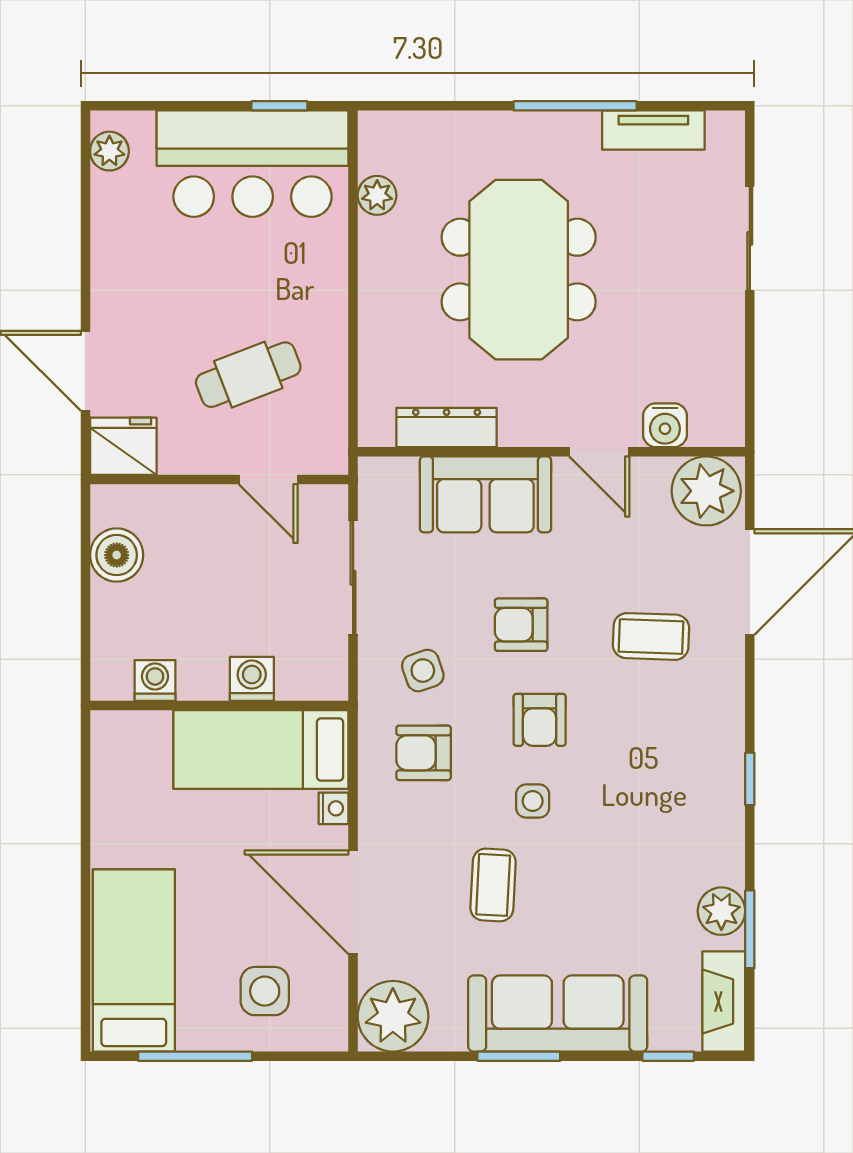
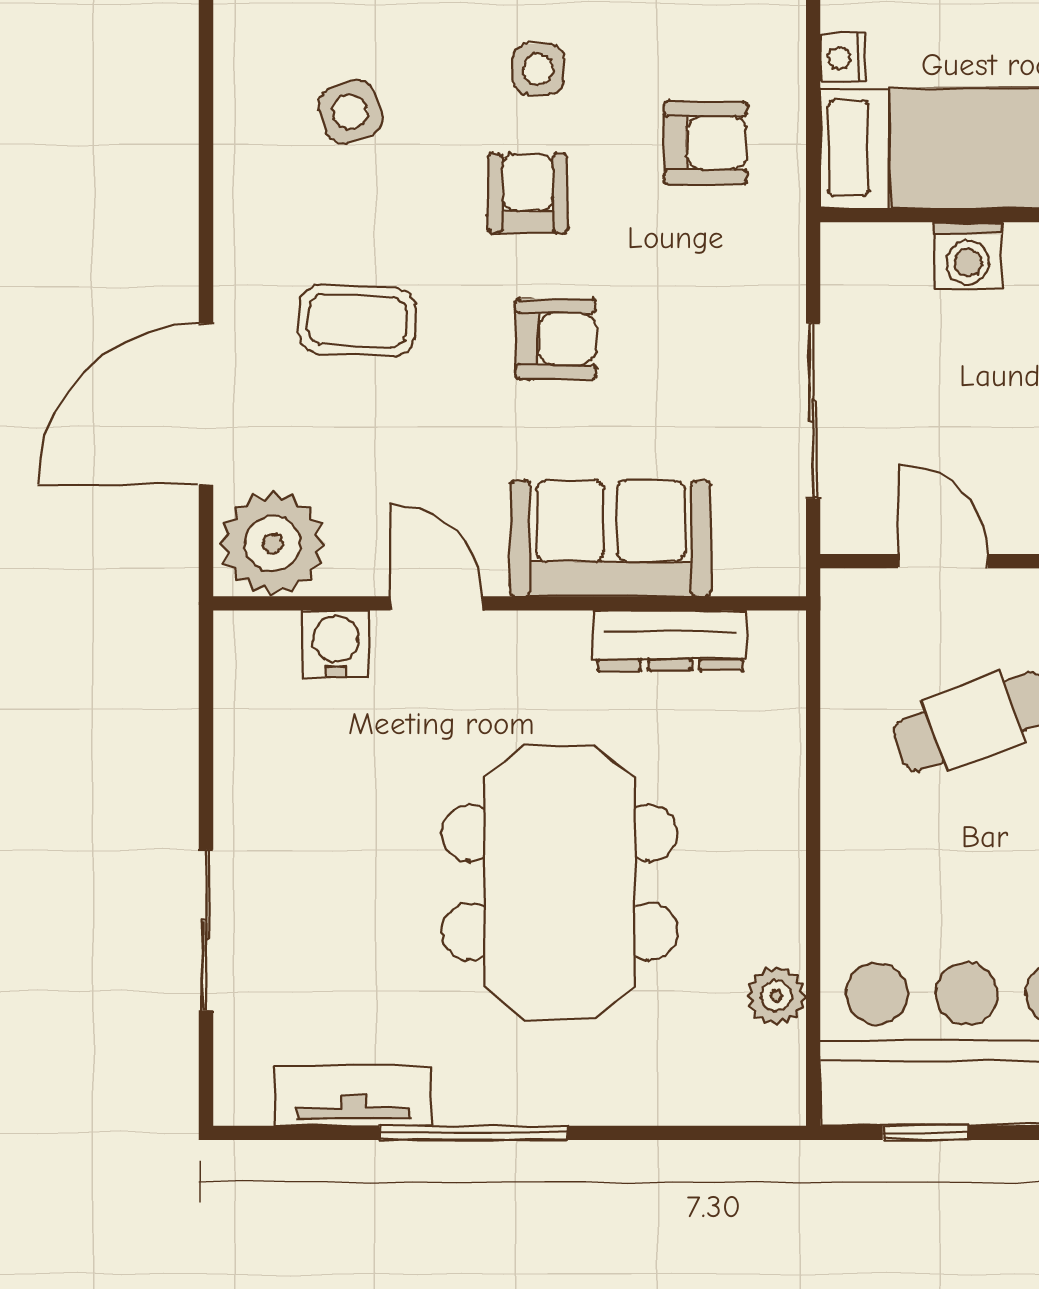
side table: (423, 671) -> (350, 112), moved
window: (750, 779) -> (206, 103), removed

